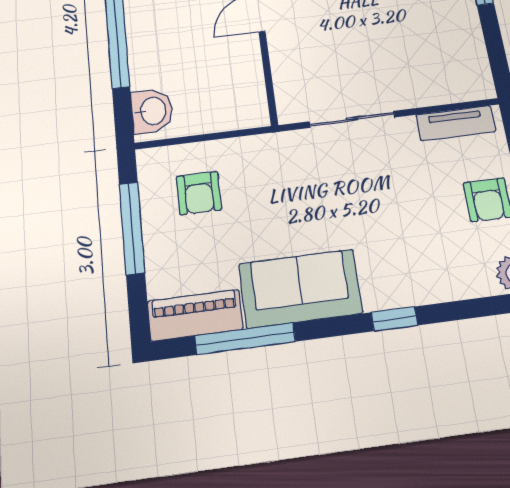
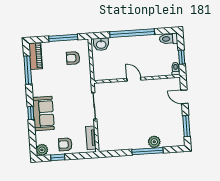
sofa: (300, 289) -> (43, 113), moved

